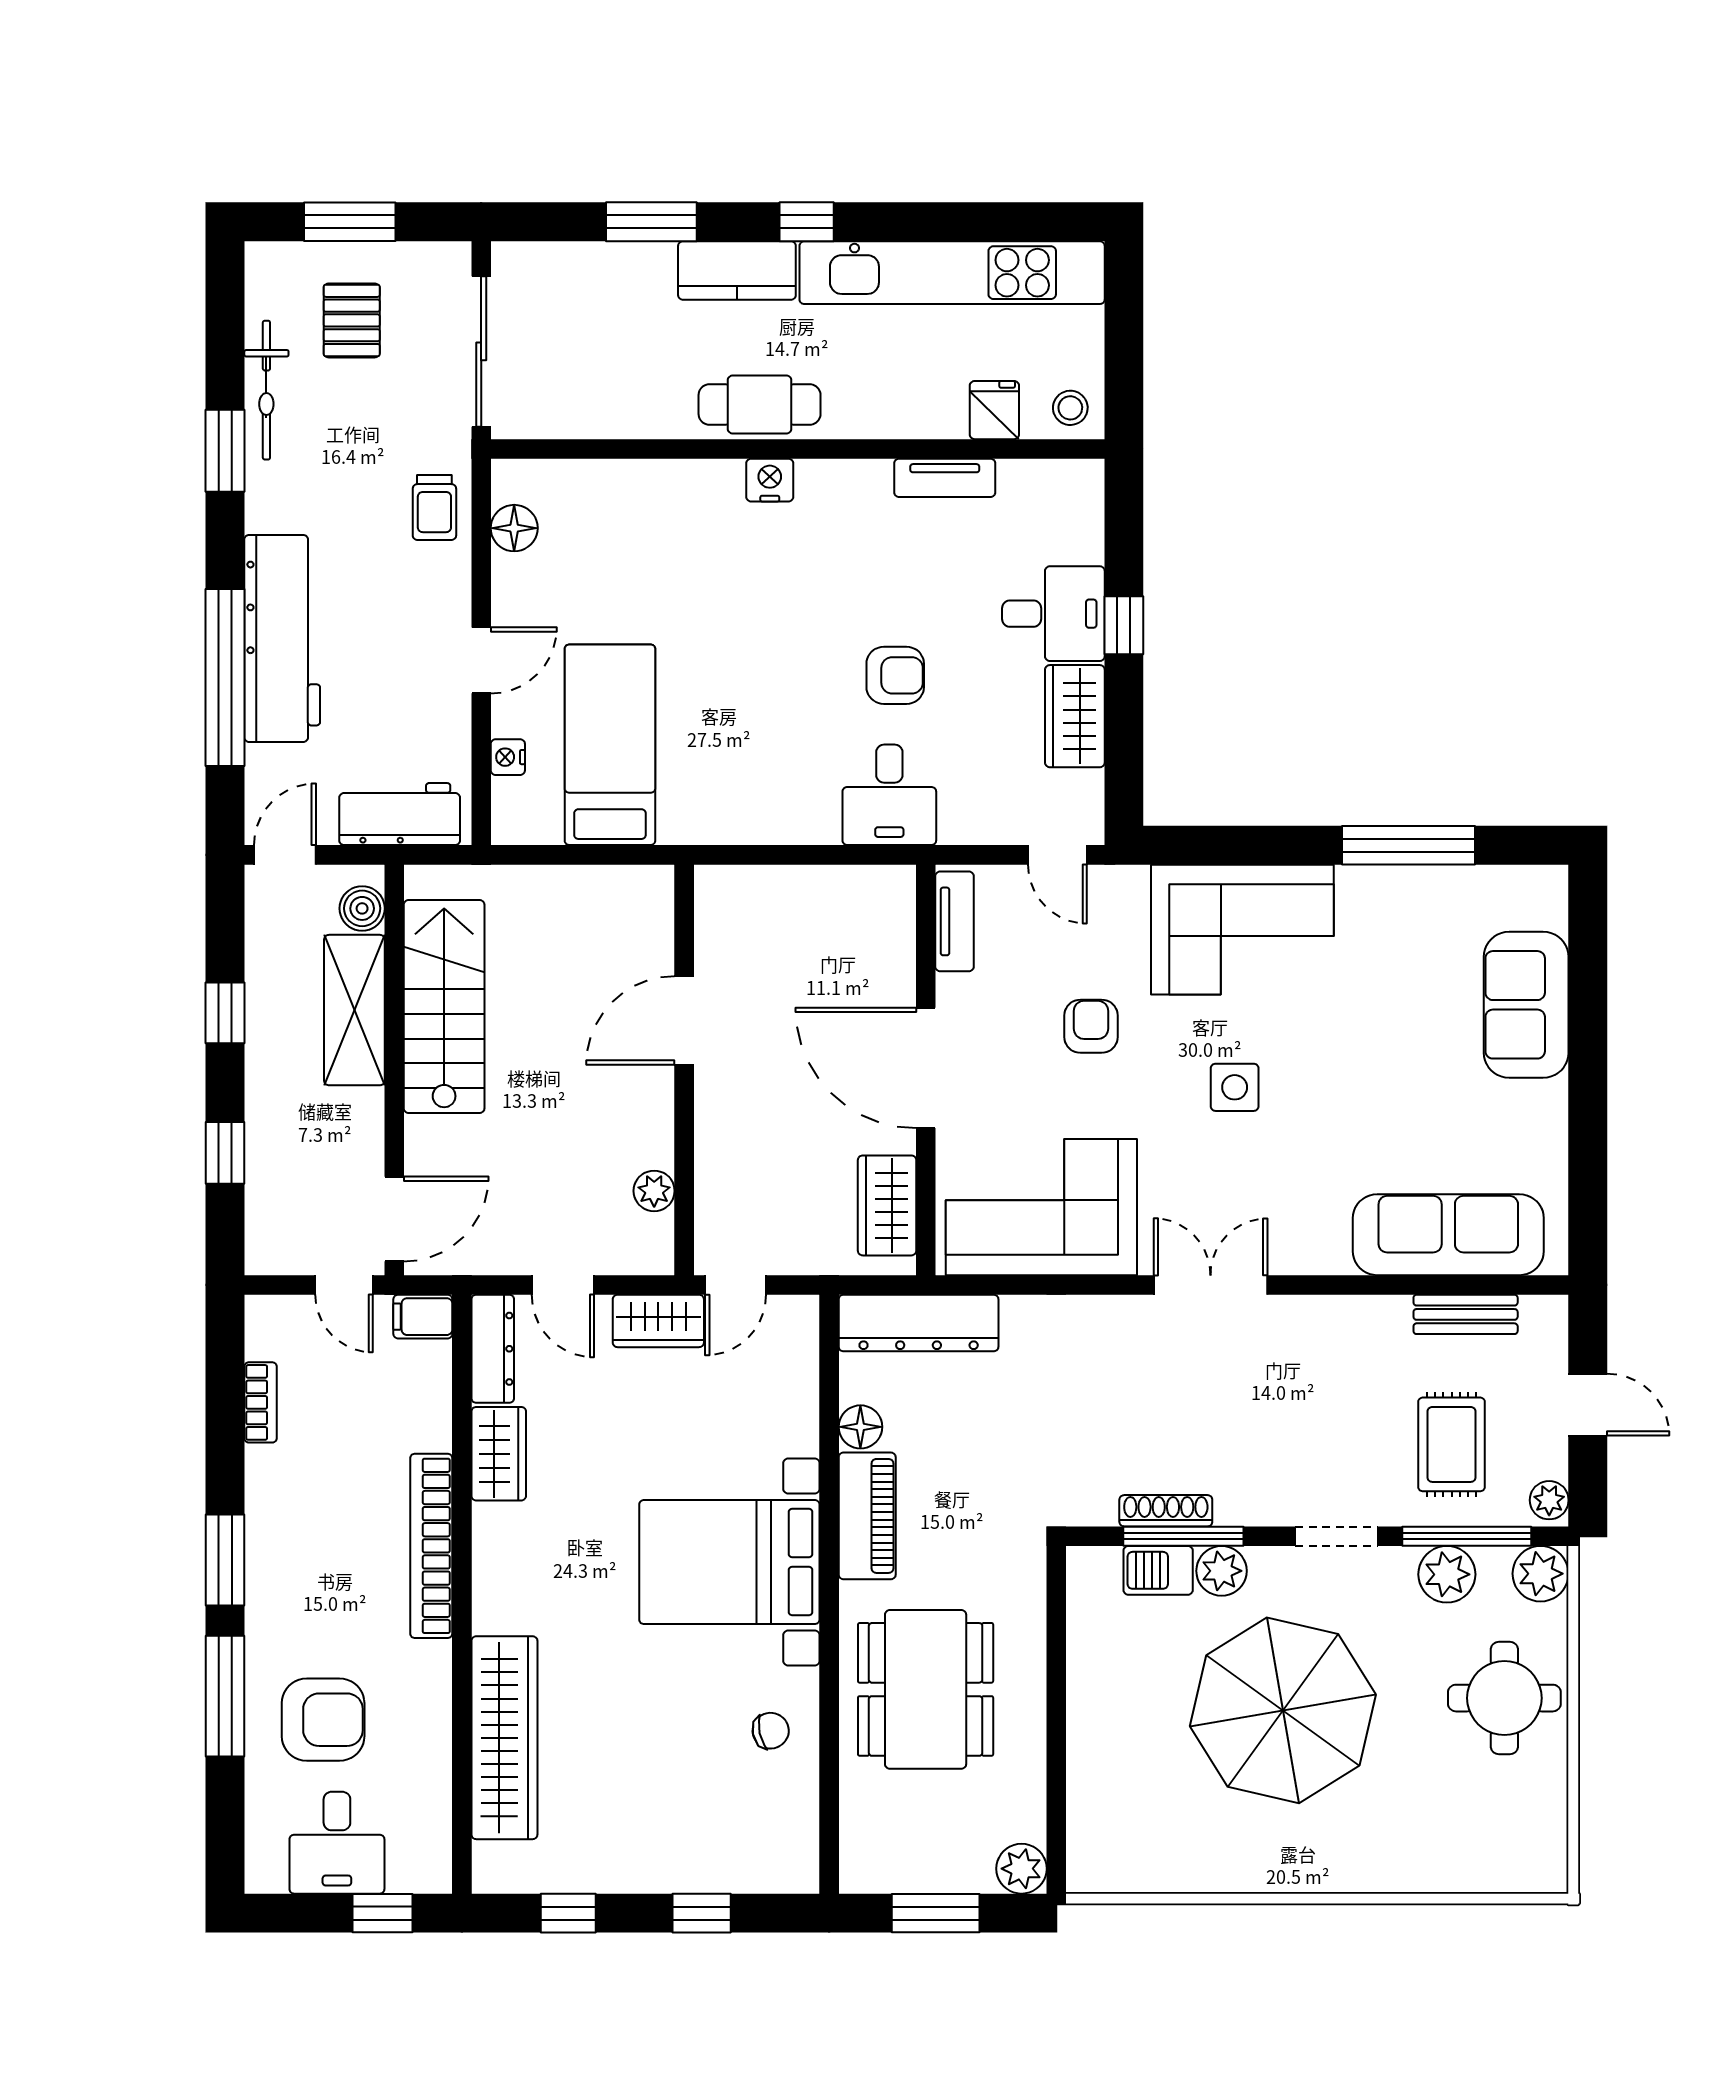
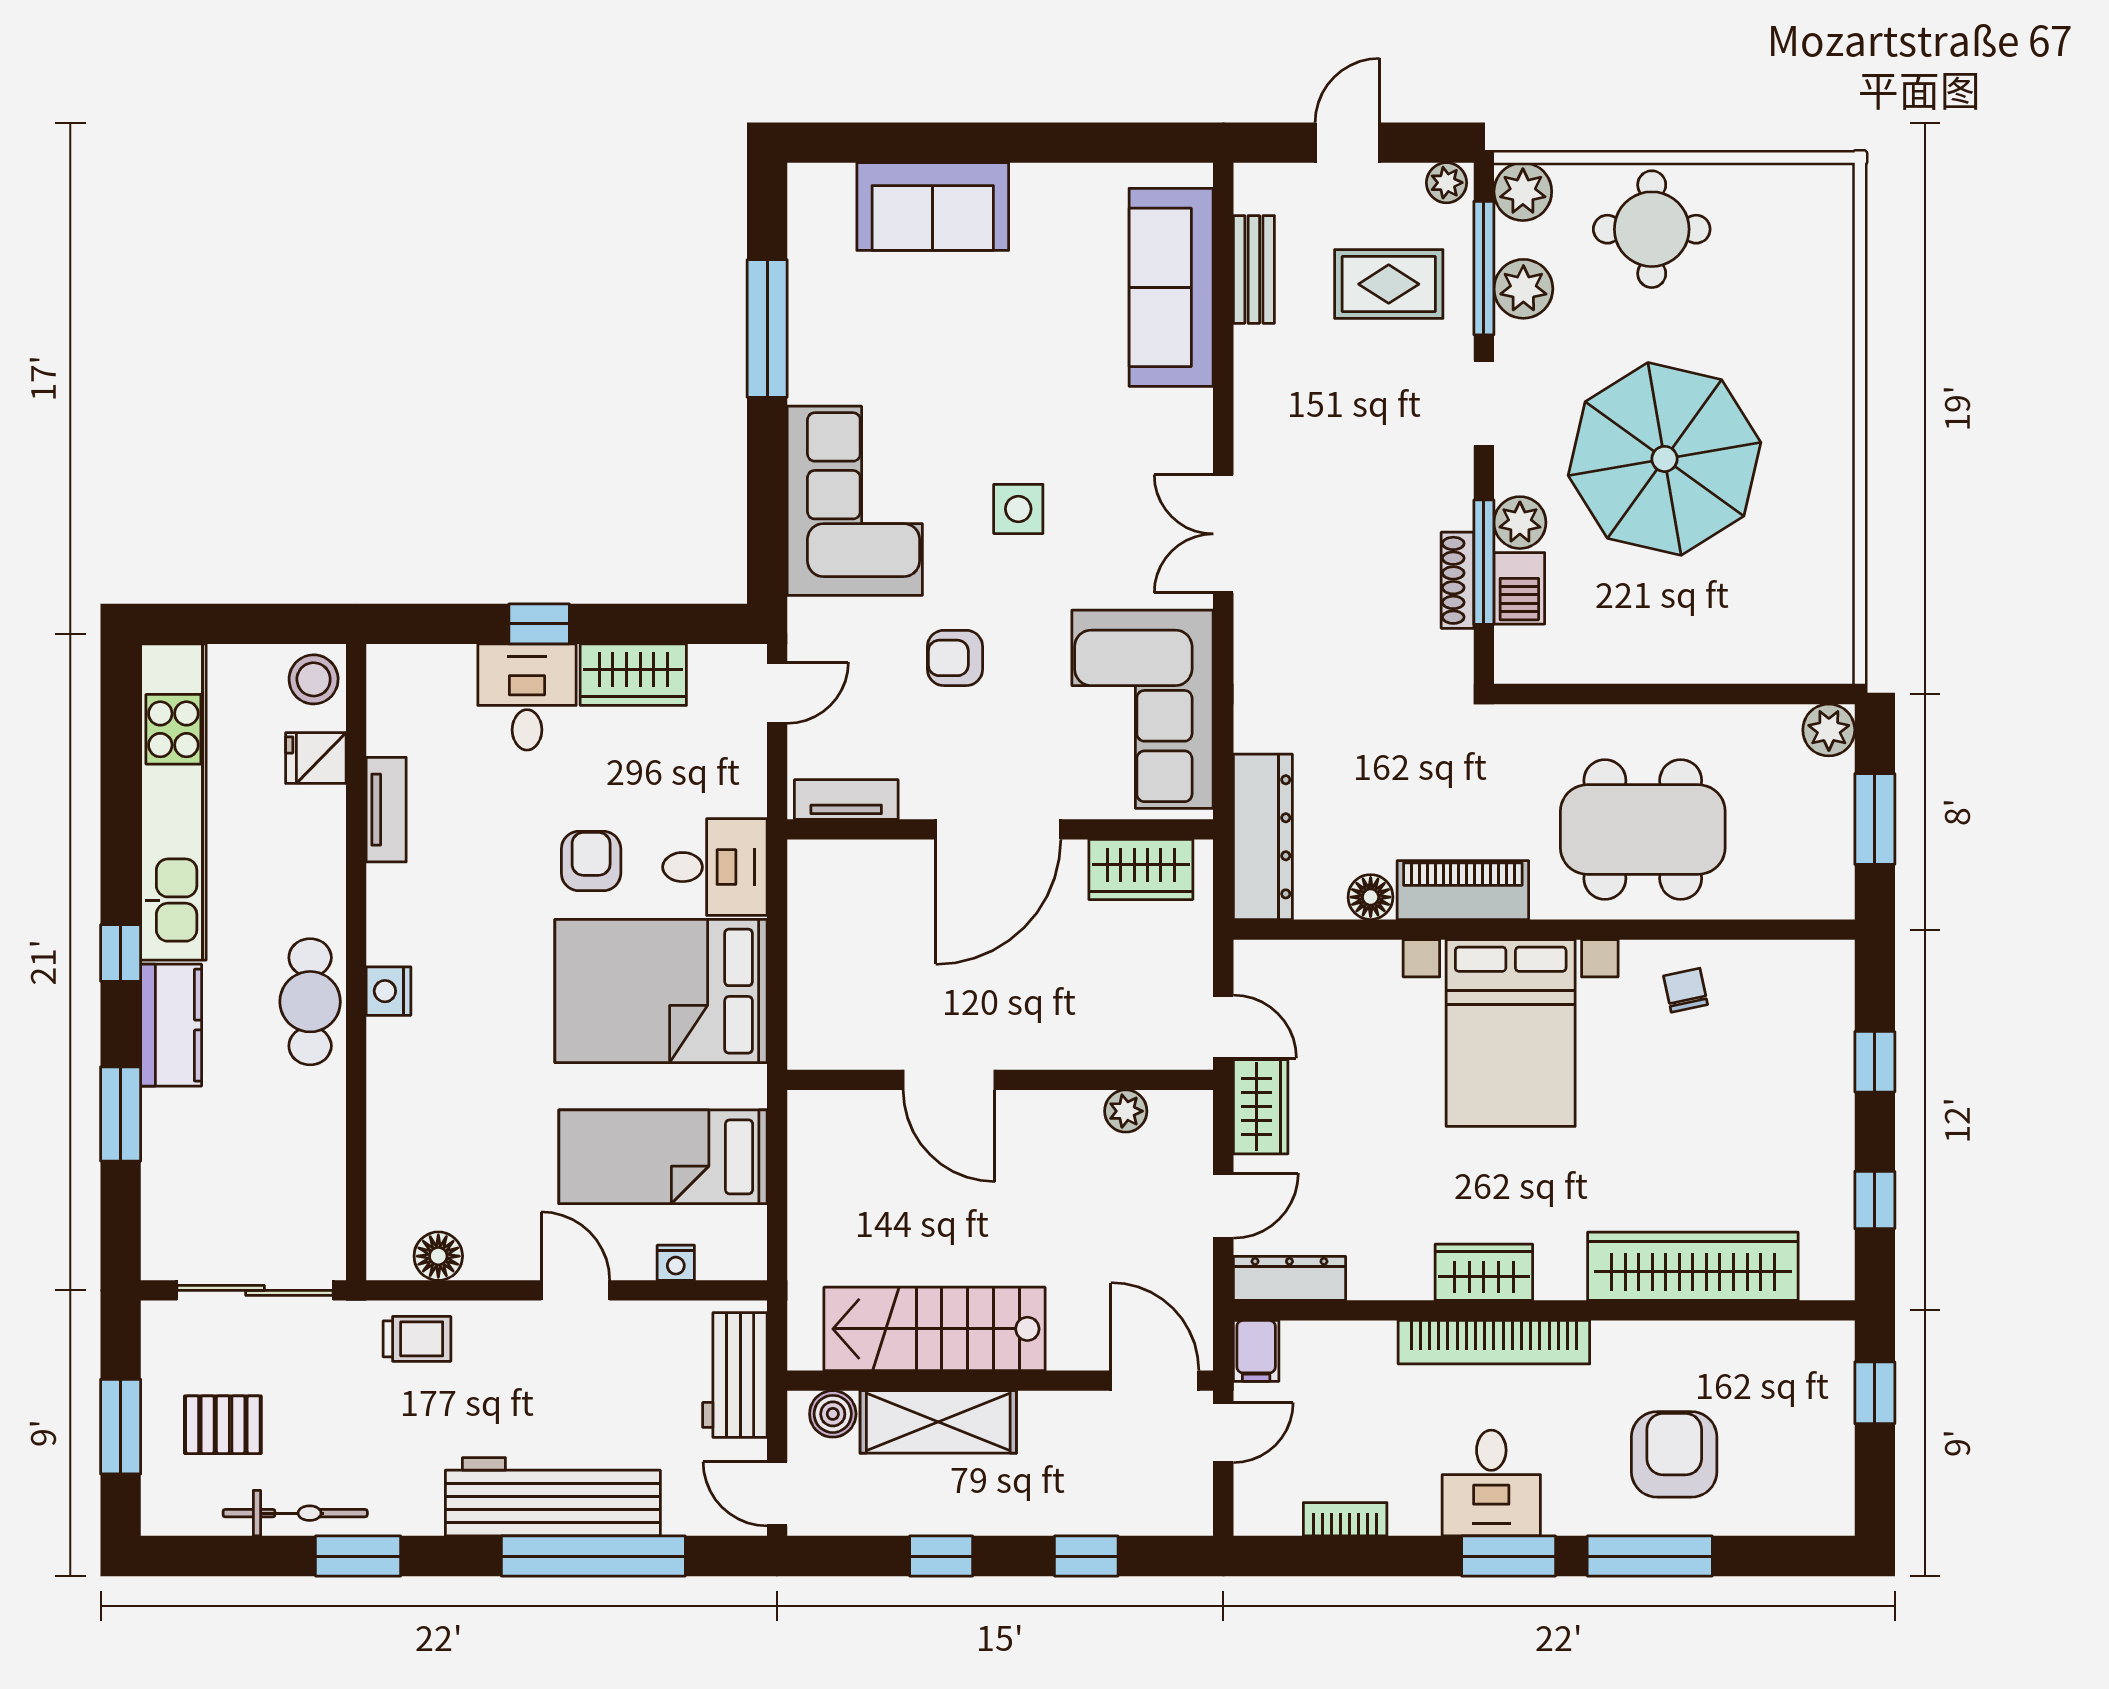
stool: (1070, 408) -> (314, 679), width x1.37, depth x1.37
bed: (770, 743) -> (661, 991), added
wardrobe: (499, 1454) -> (1484, 1272), moved
desk: (337, 1843) -> (1491, 1483), moved, turned 90

